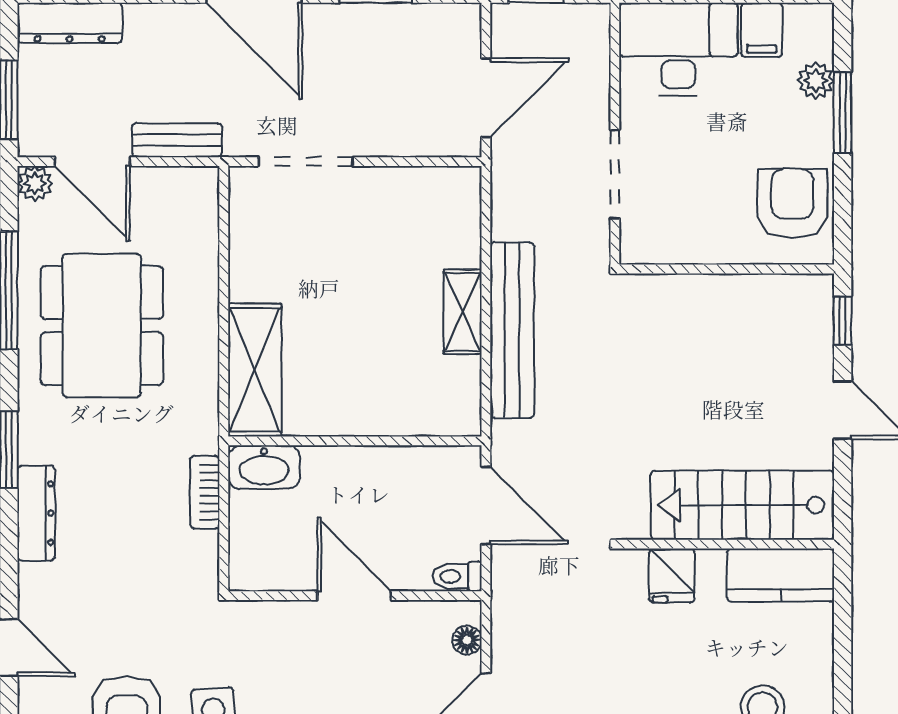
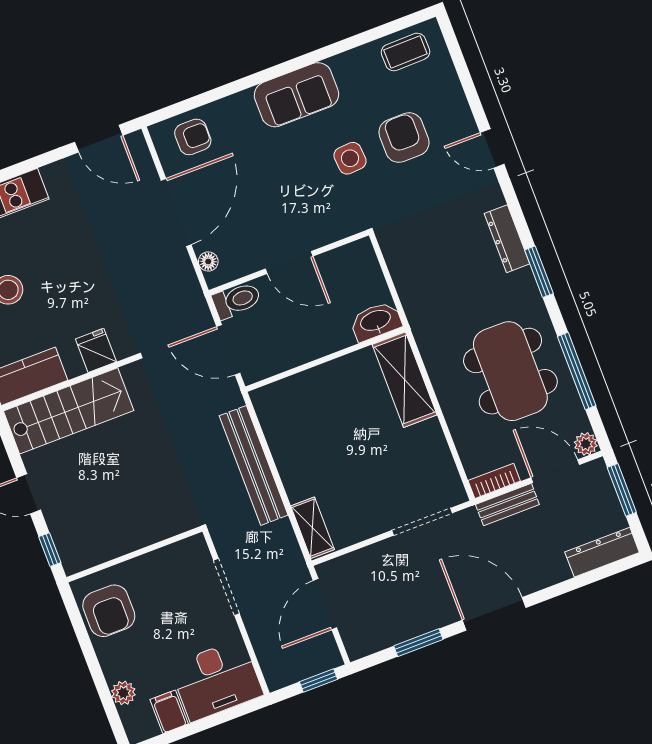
window: (843, 112) -> (99, 679), removed
shelving: (463, 312) -> (313, 528), moved
bookcase: (205, 492) -> (494, 481), moved, turned -90
toilet: (457, 576) -> (237, 300), width x1.37, depth x1.39

